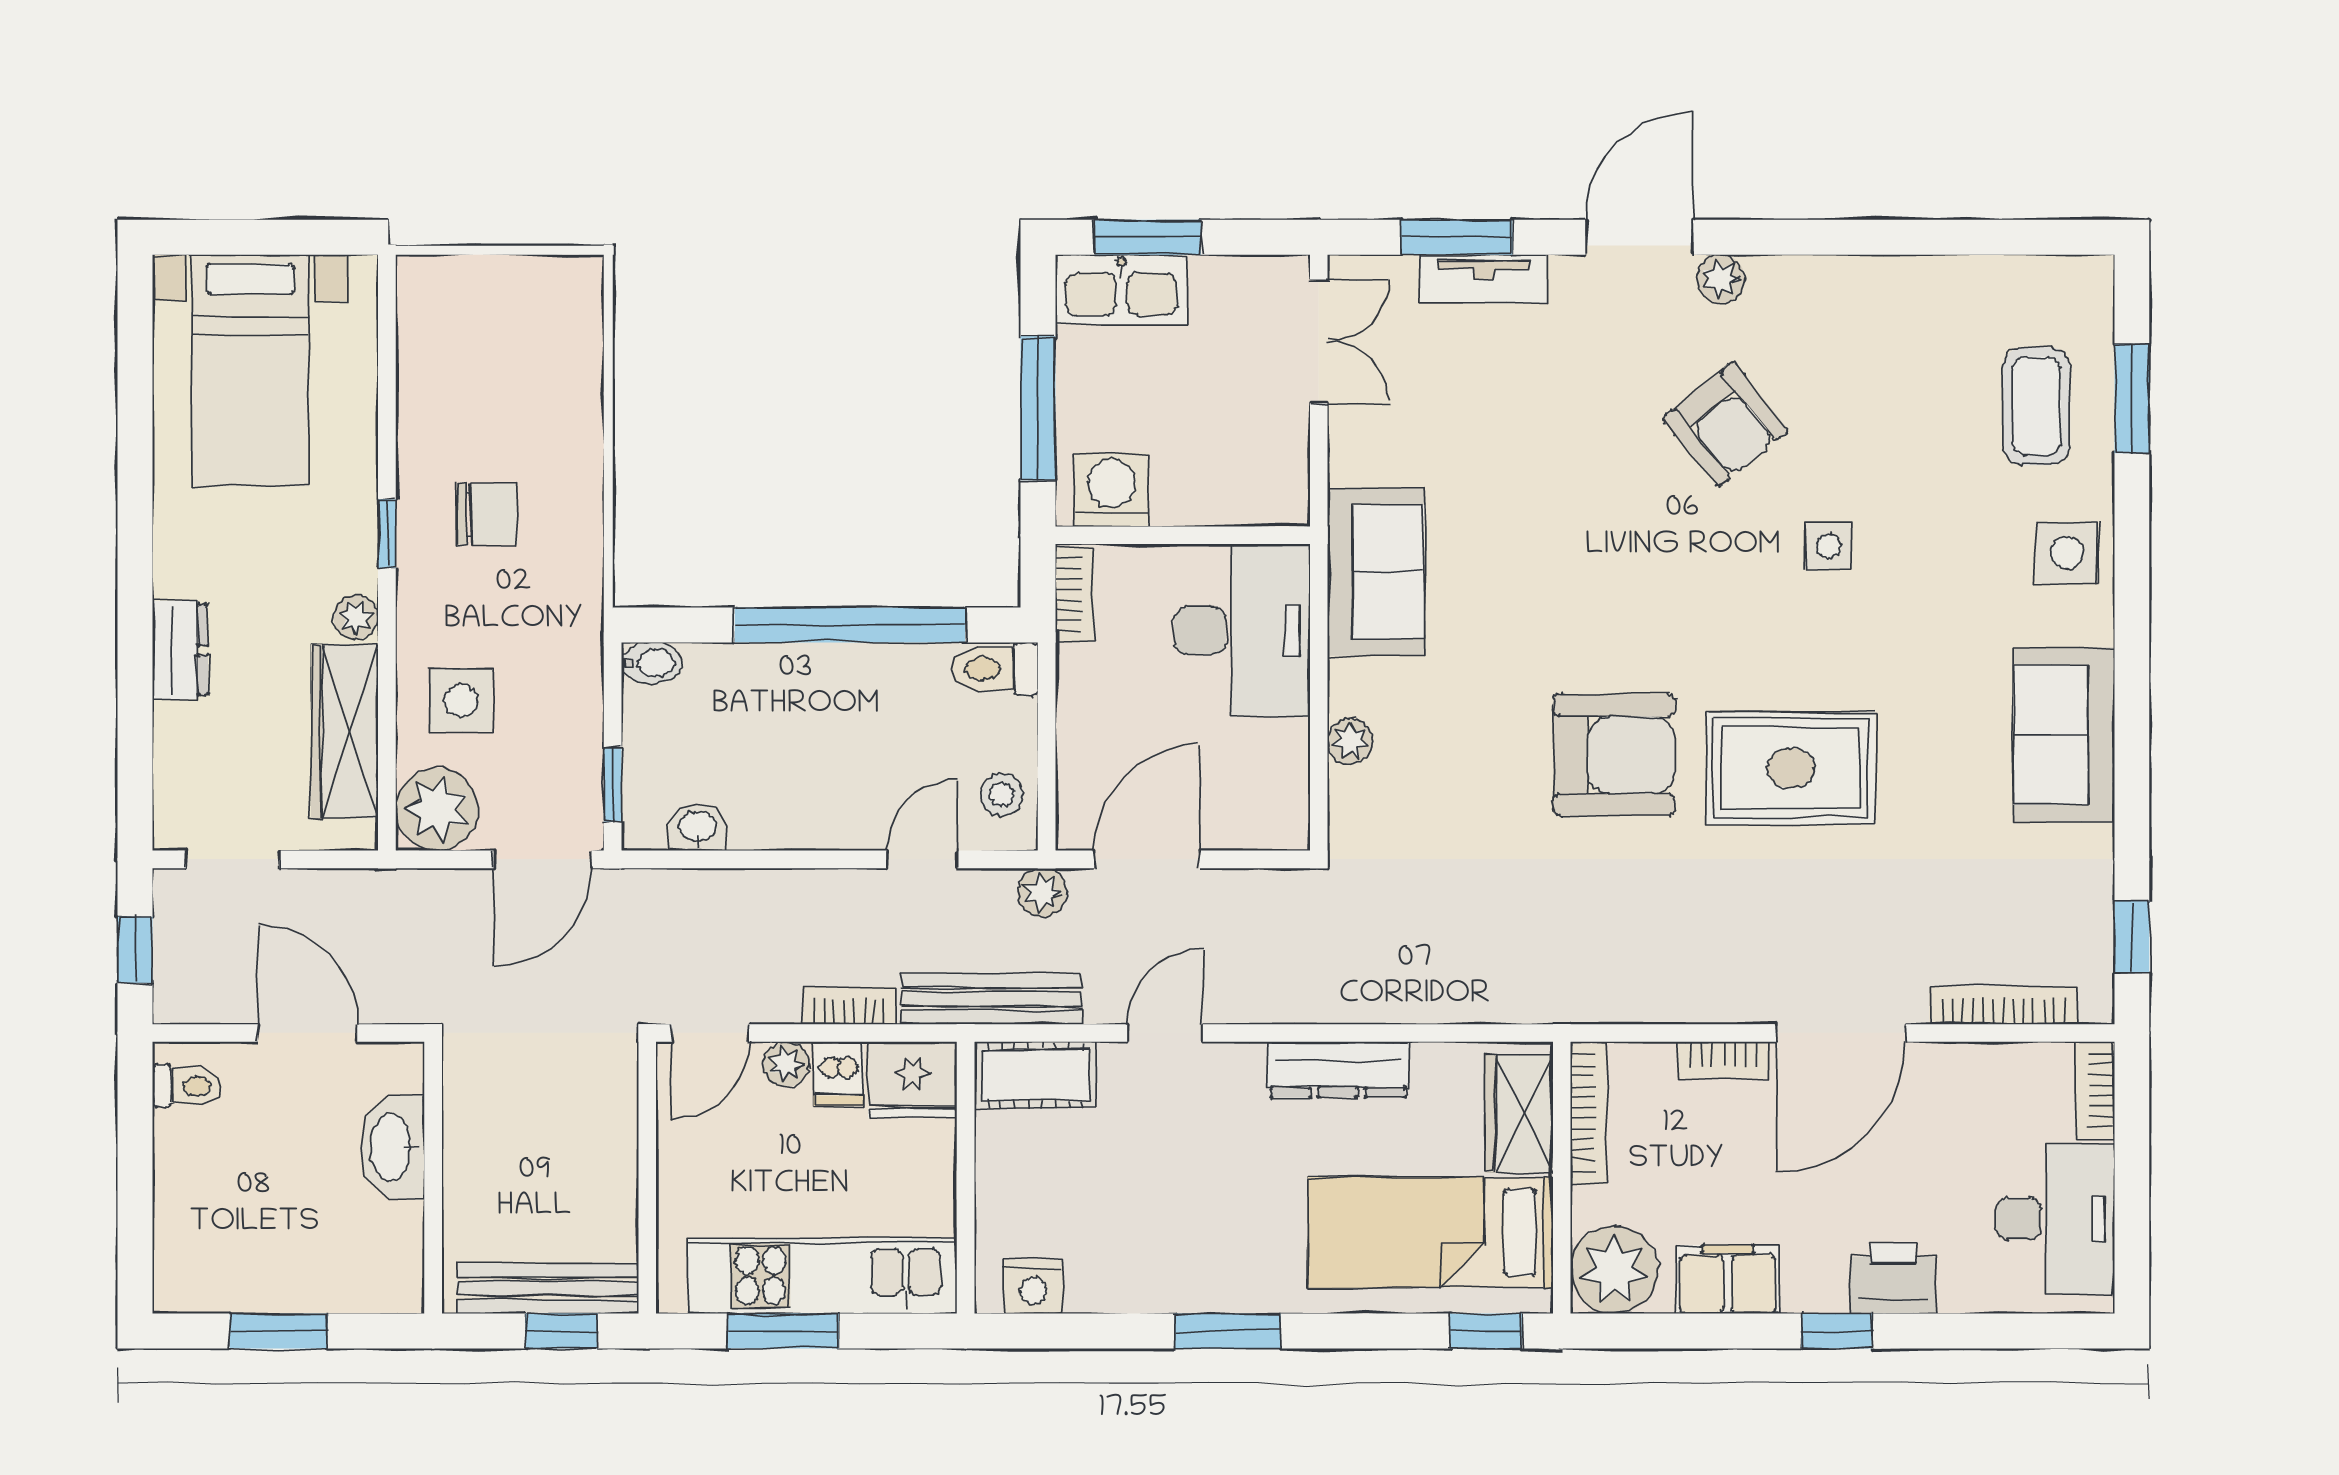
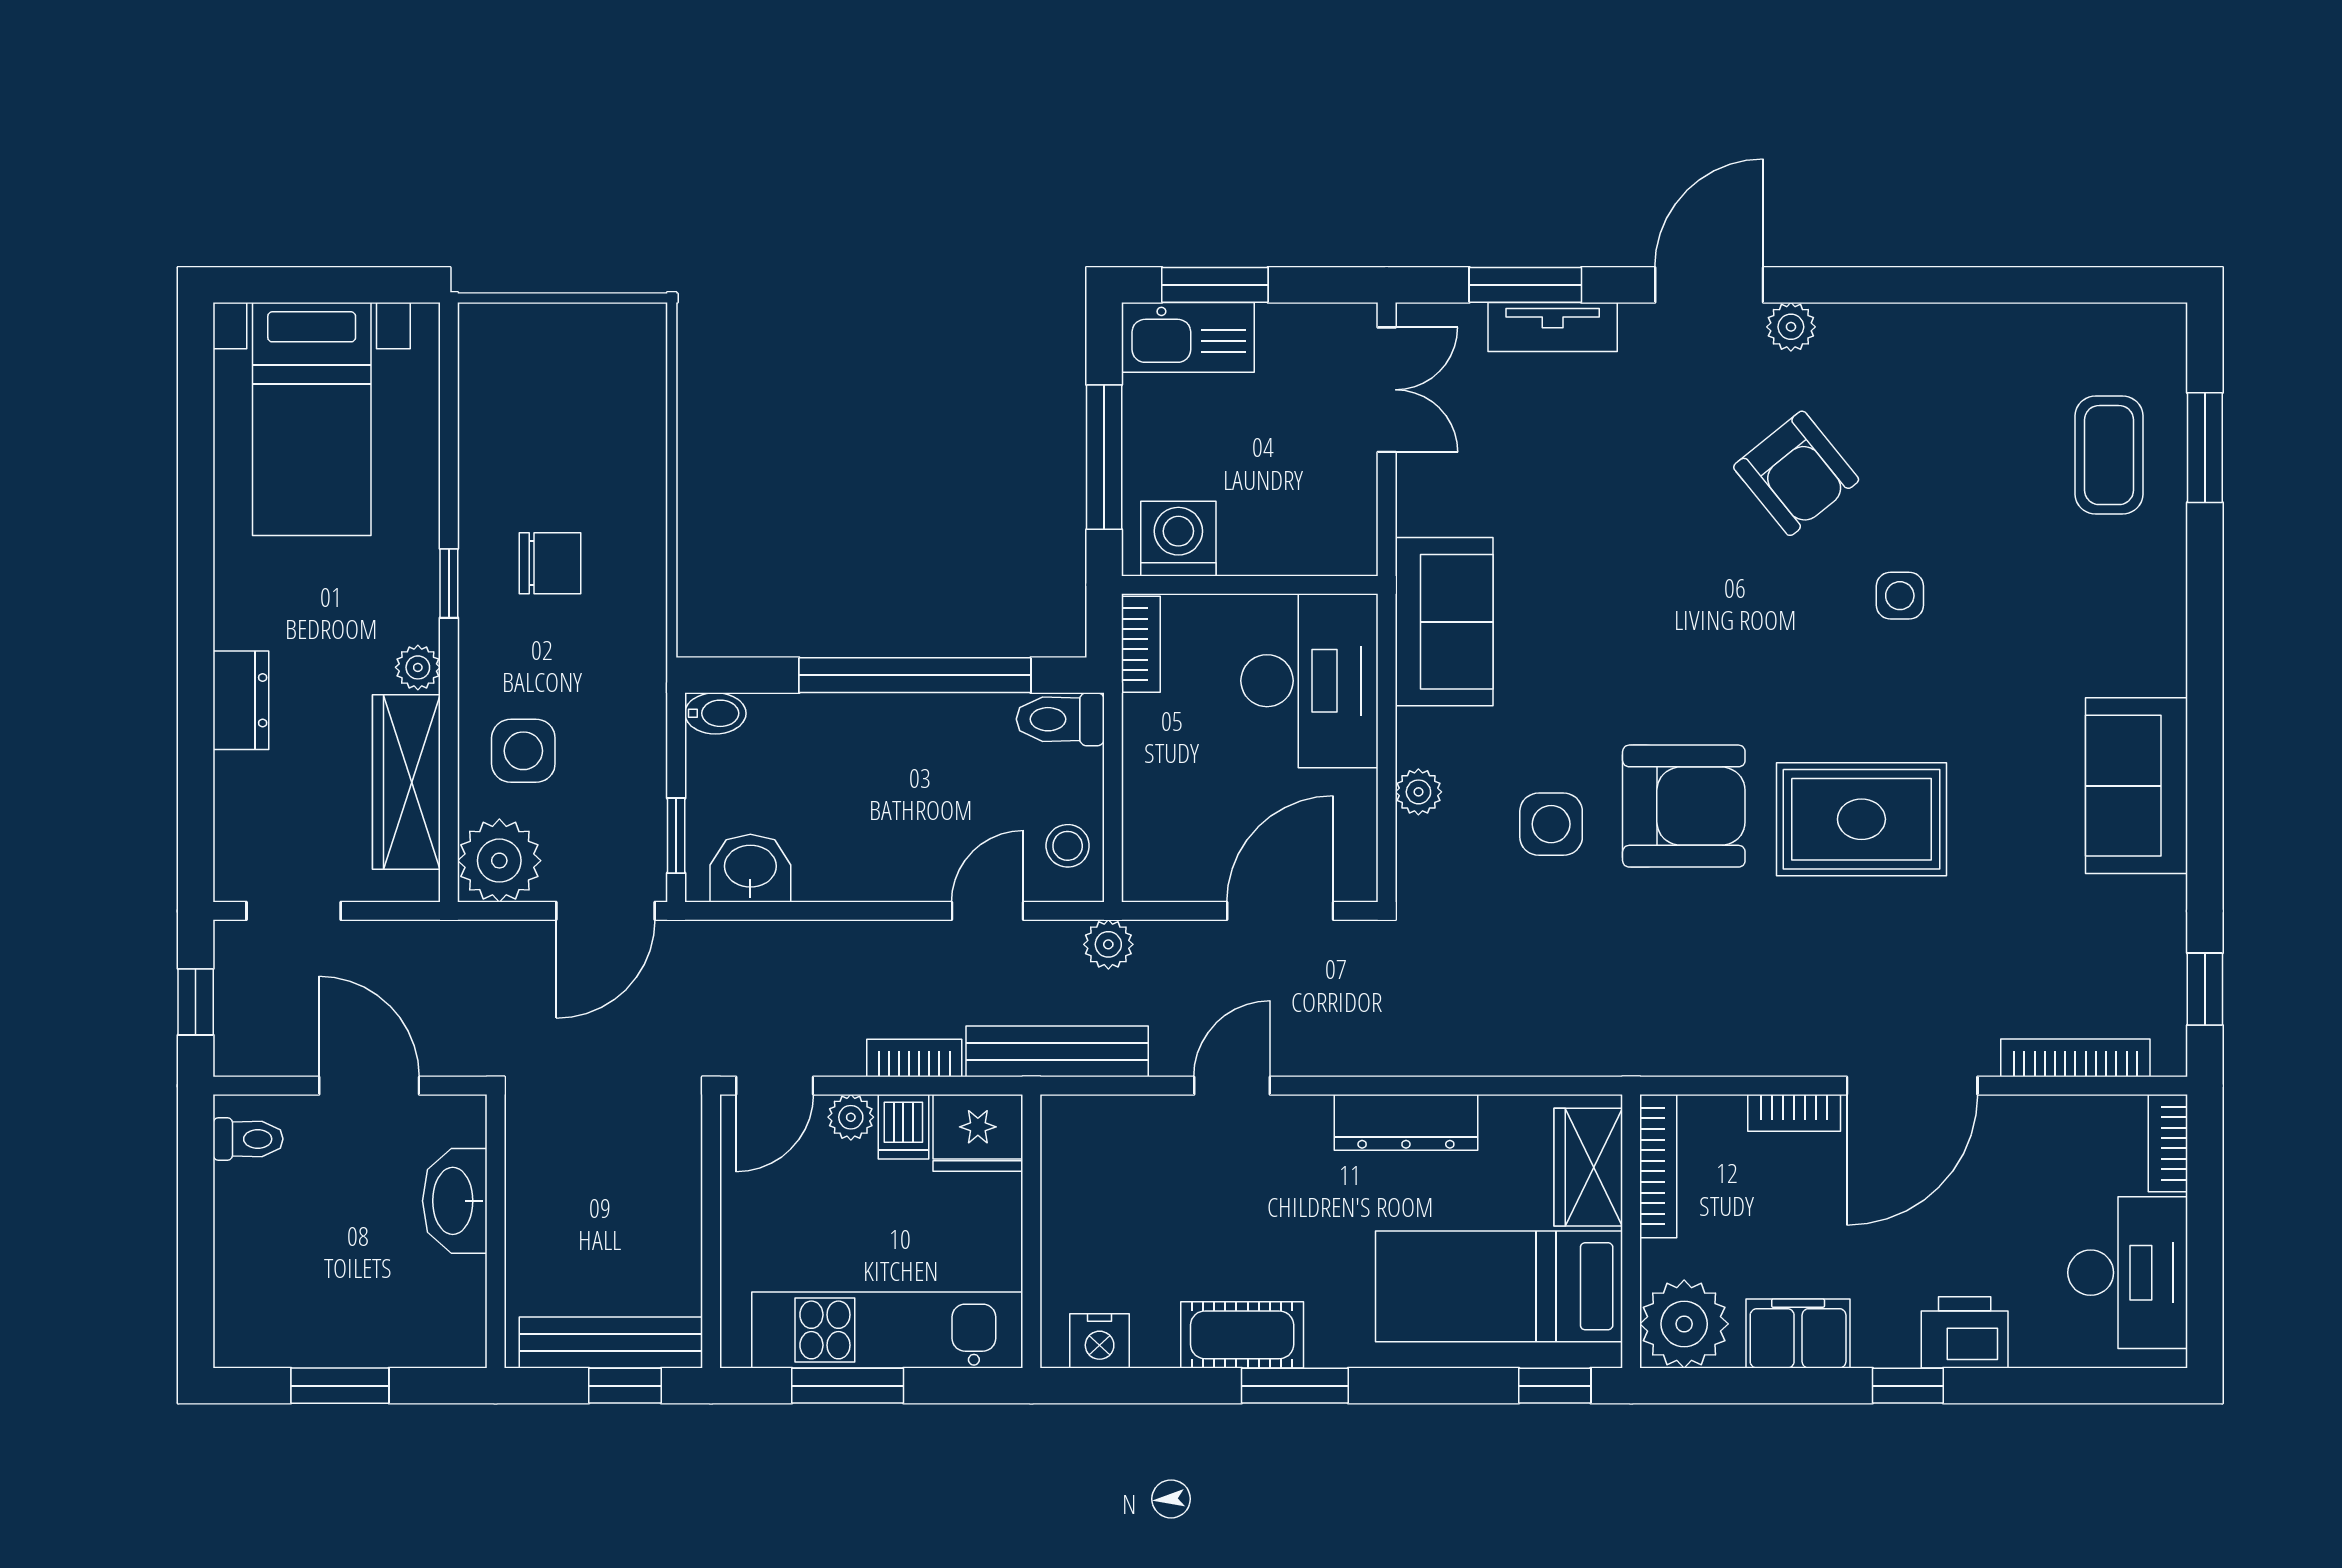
side table: (2067, 553) -> (1551, 824), moved
washbasin: (697, 827) -> (750, 868), width x1.38, depth x1.45
door: (1147, 859) -> (1280, 911), moved
cot: (1035, 1075) -> (1242, 1335), moved

